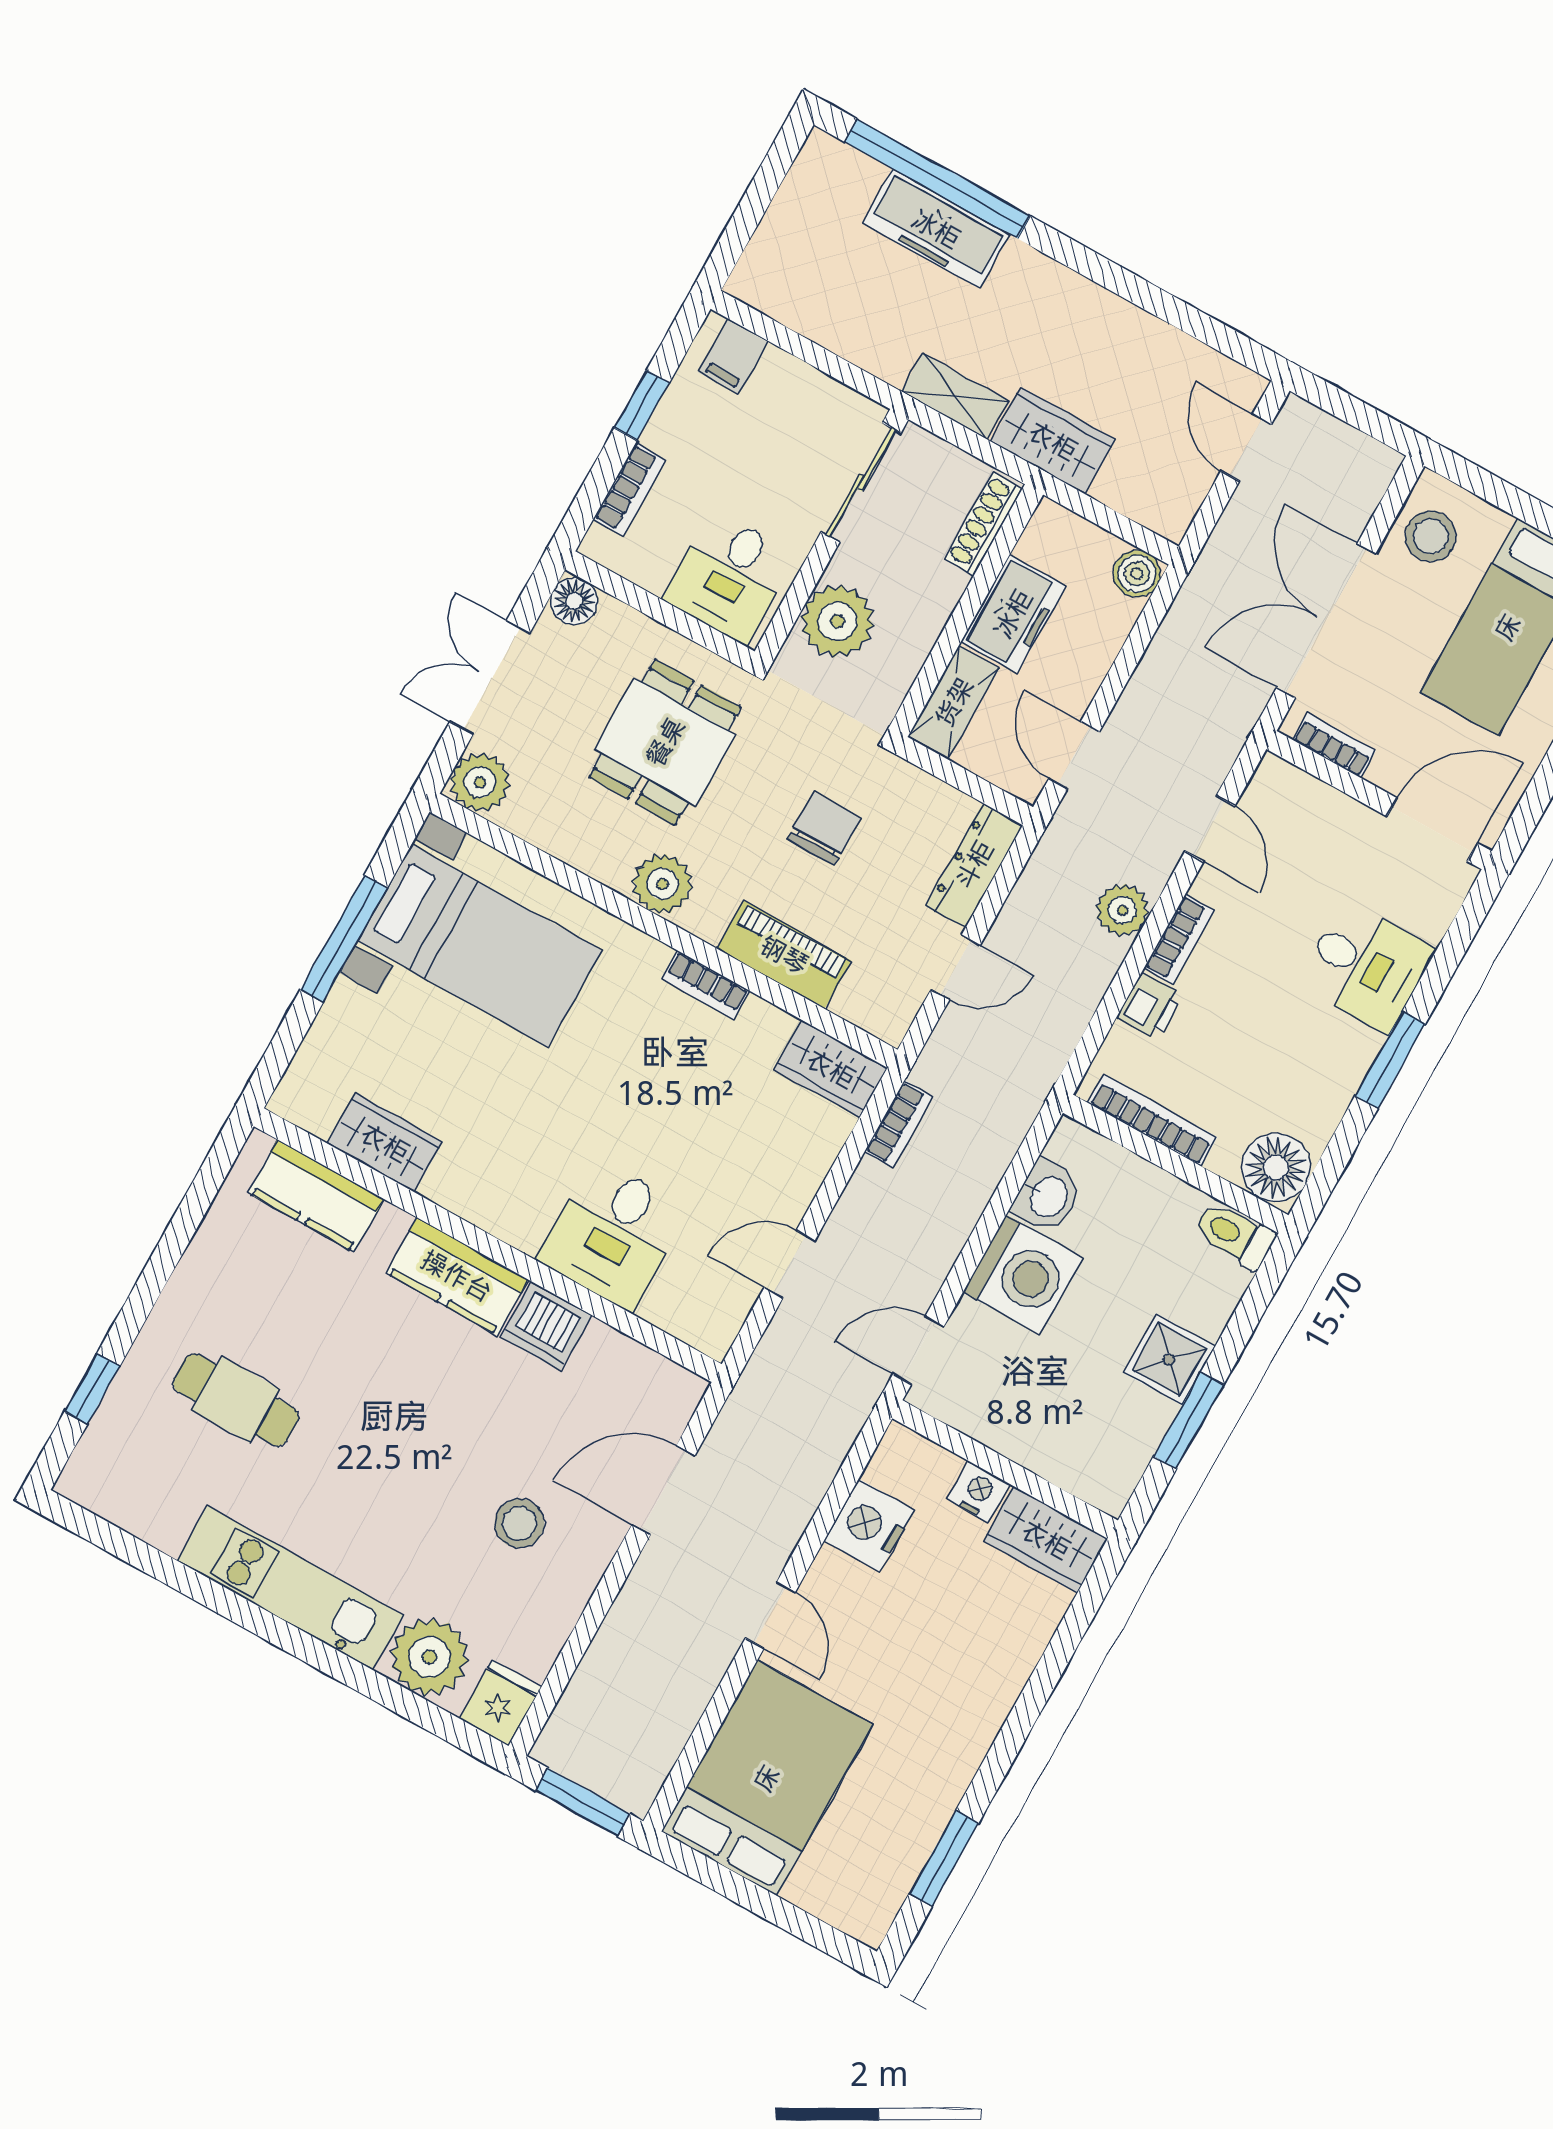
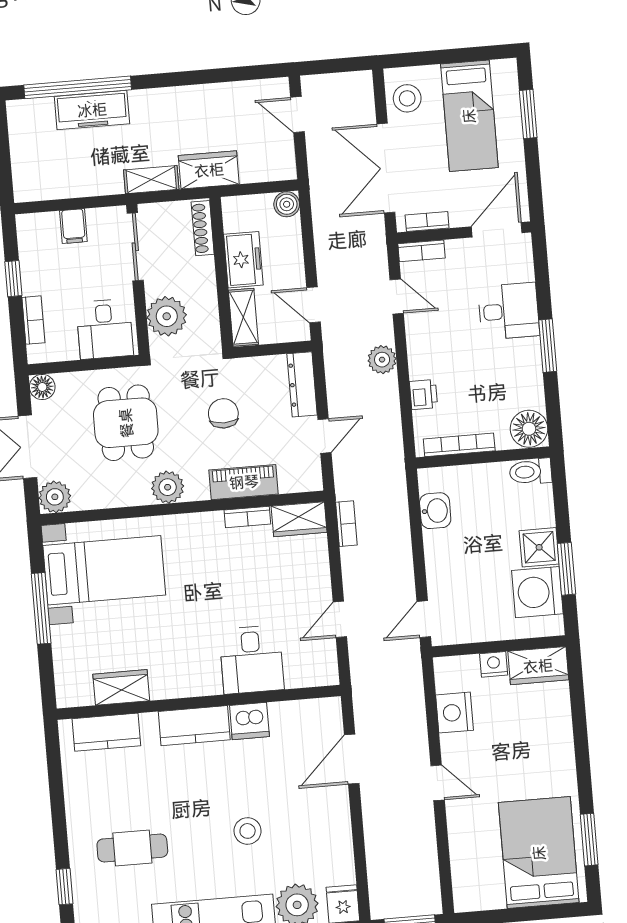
filing cabinet: (733, 356) -> (73, 226), moved
bookcase: (1179, 939) -> (422, 251), moved, turned 90
bookcase: (705, 985) -> (247, 517), moved
washing machine: (1023, 1275) -> (537, 592), moved, turned 180
stool: (519, 1523) -> (248, 831), moved
bed: (767, 1778) -> (539, 853), moved

